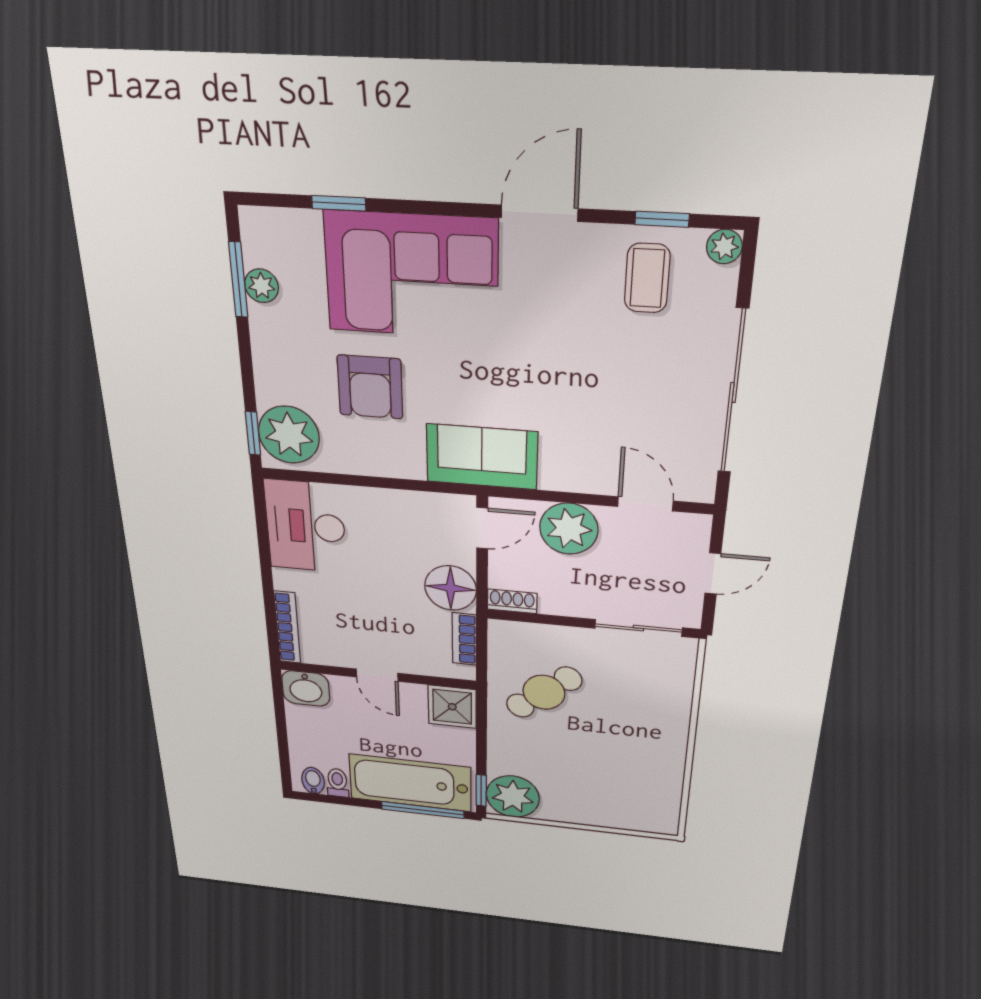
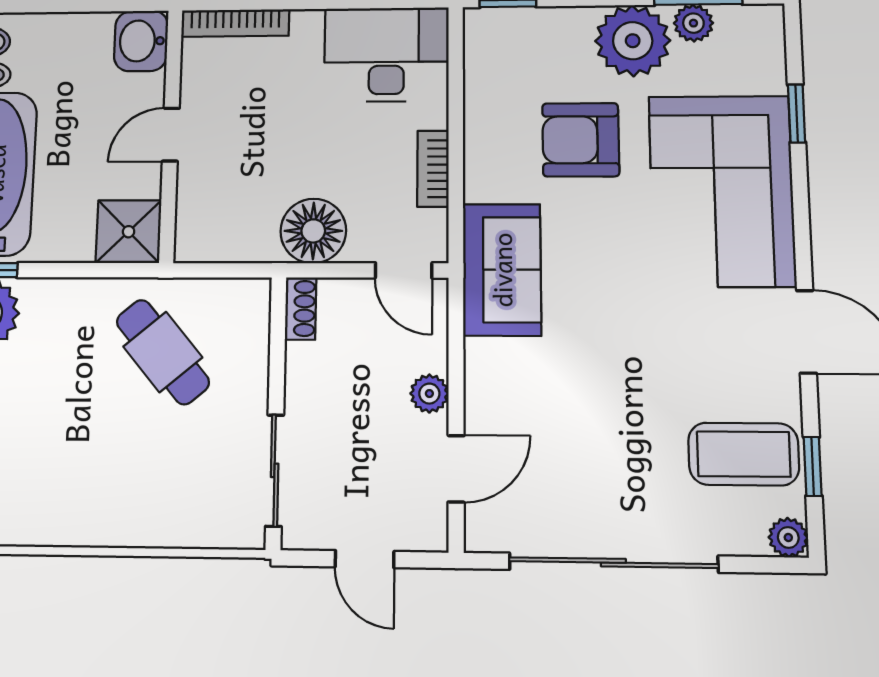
coffee table: (647, 278) -> (744, 454), width x1.36, depth x1.30
plant: (289, 435) -> (633, 41), moved
plant: (569, 529) -> (429, 394), width x0.53, depth x0.53
bookcase: (464, 639) -> (433, 169), moved, turned -90

